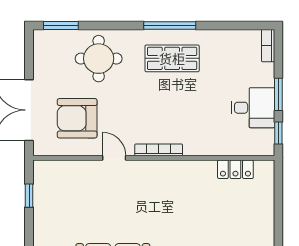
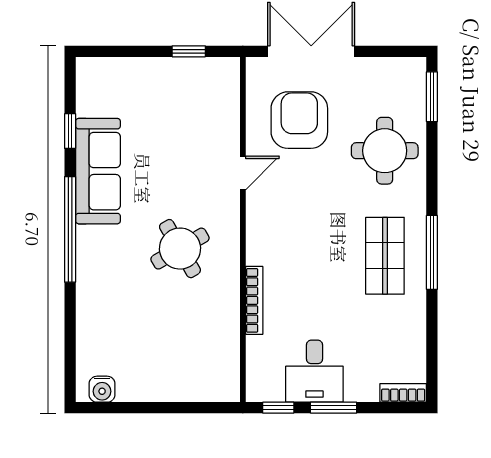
bookcase: (159, 150) -> (254, 300), moved
locker: (235, 169) -> (226, 346), removed
round table: (167, 202) -> (180, 249), added

